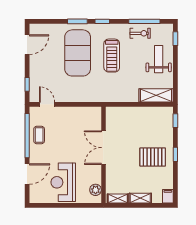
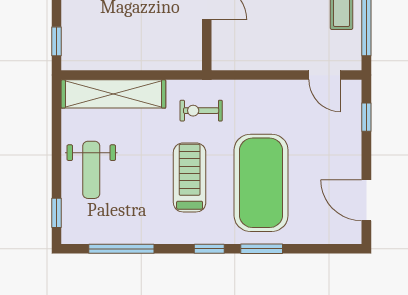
exercise bike: (140, 33) -> (201, 111), moved
door: (27, 45) -> (366, 200), hinge flipped
shelving: (156, 95) -> (113, 94), width x1.47

